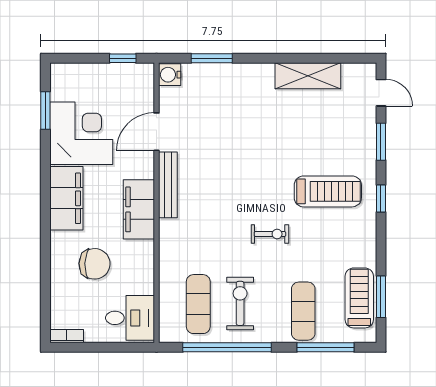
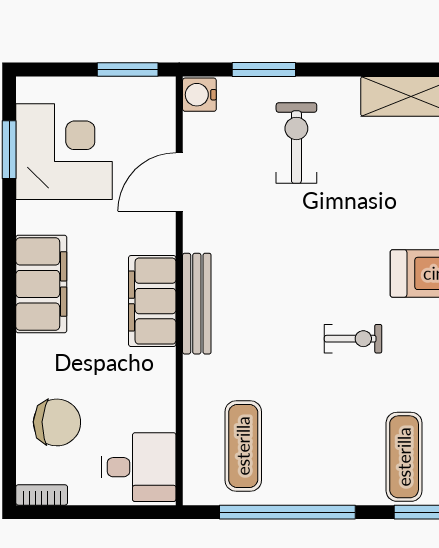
window: (123, 58) -> (128, 70), width x1.50
corner desk: (81, 133) -> (64, 152), moved
bench: (168, 185) -> (197, 304), moved
chair: (95, 264) -> (57, 422), moved
exercise bike: (240, 303) -> (296, 143), moved

